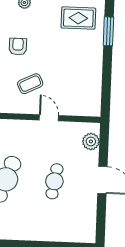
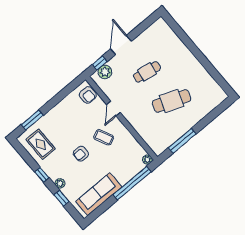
armchair: (18, 46) -> (81, 154), moved
armchair: (84, 105) -> (88, 95), added
window: (104, 144) -> (100, 63), added

